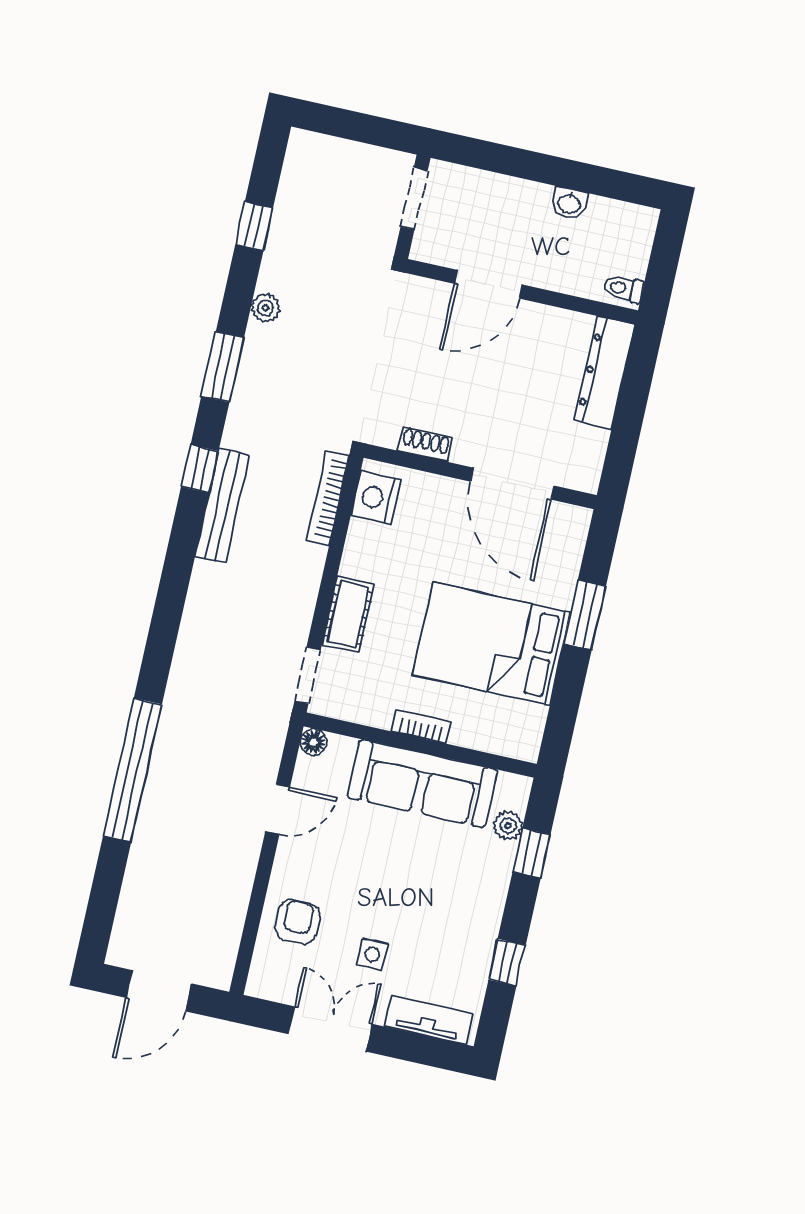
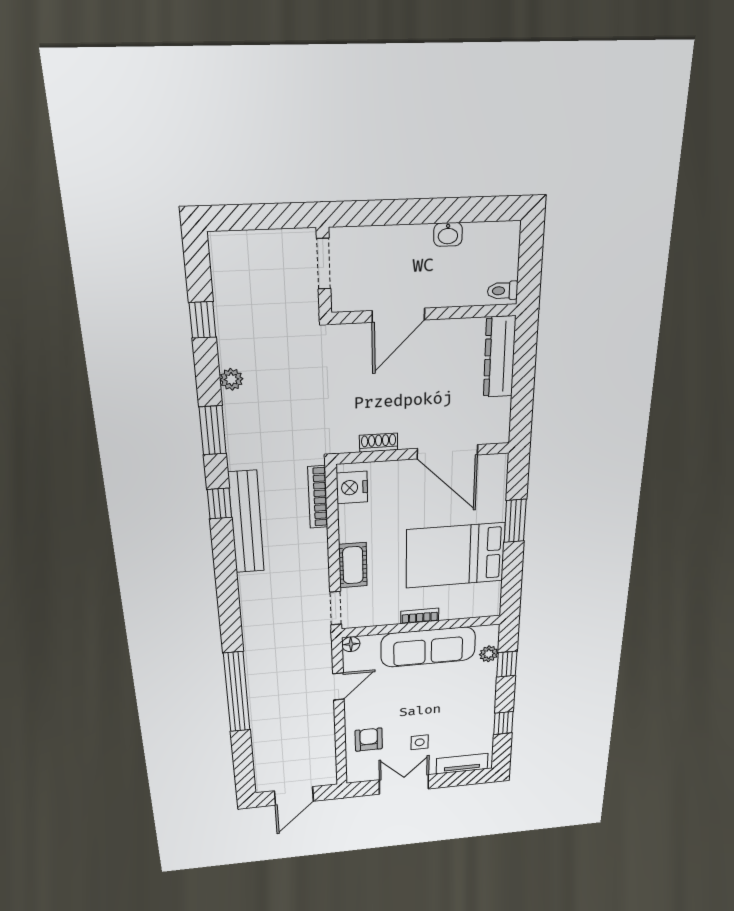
bench: (222, 505) -> (246, 522), width x1.37, depth x1.21

